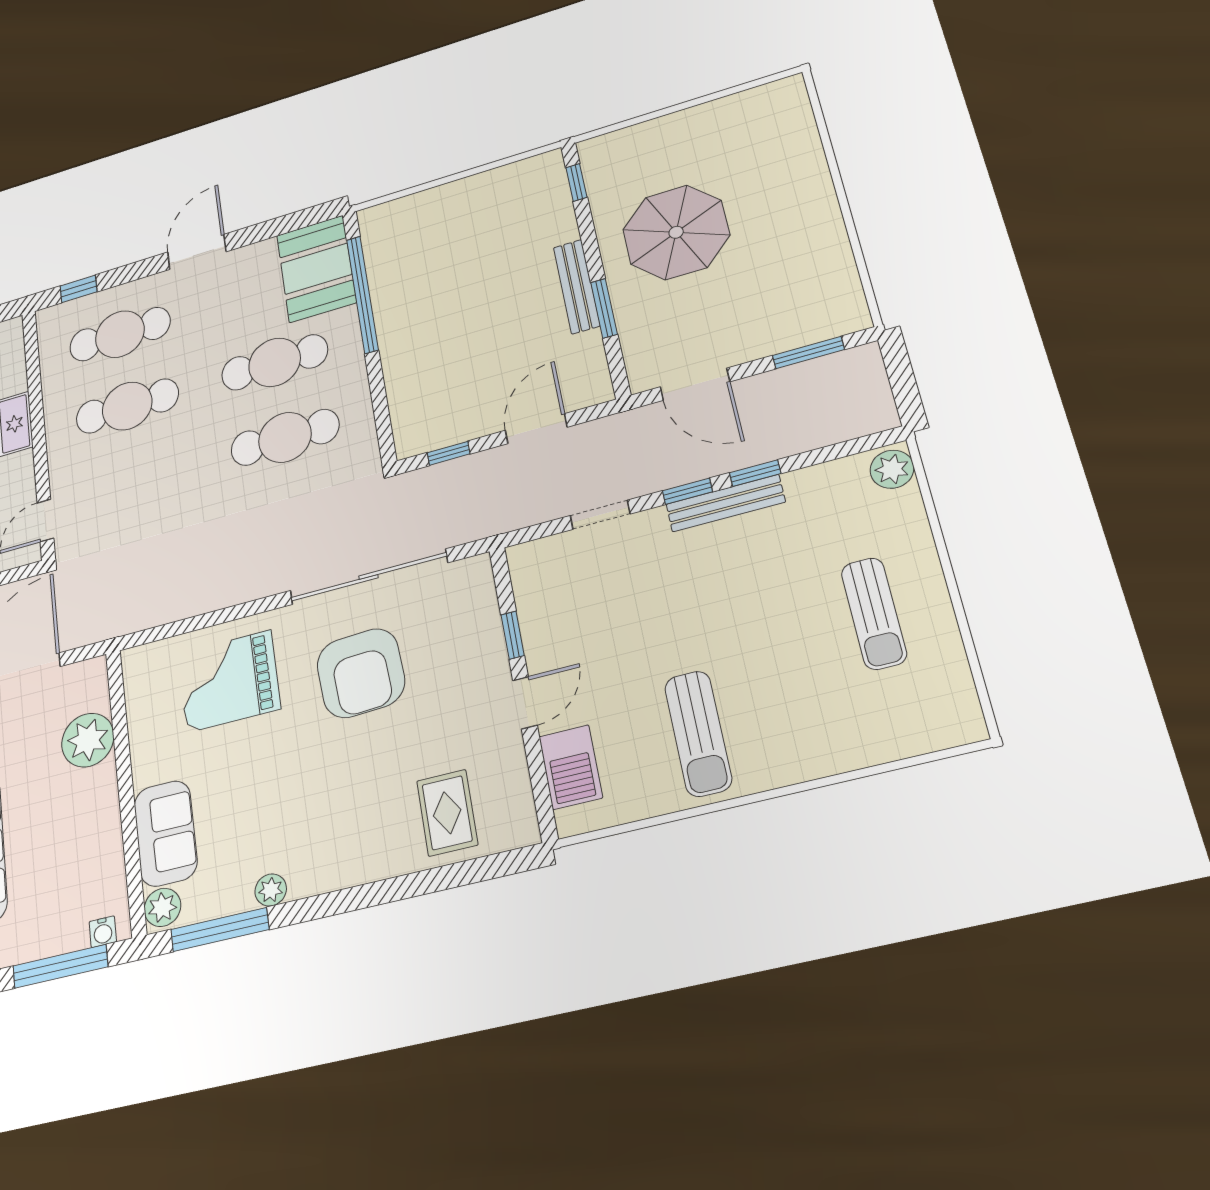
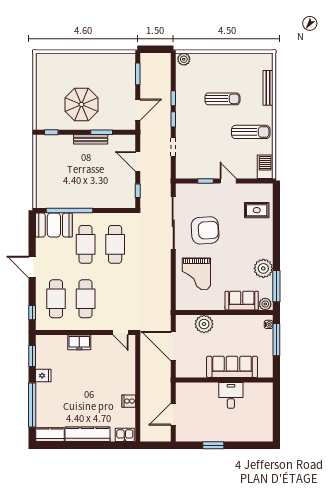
bench: (725, 503) -> (268, 88), moved
sun lounger: (874, 613) -> (222, 99), moved
barbecue: (571, 767) -> (265, 167), moved, turned -90
plant: (271, 890) -> (263, 268), width x1.88, depth x1.88

